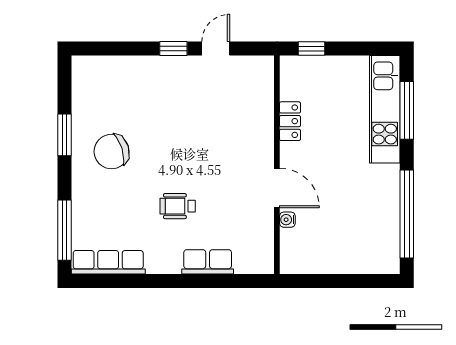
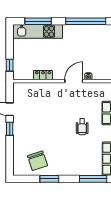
chair: (112, 152) -> (37, 161), moved

